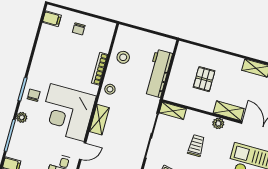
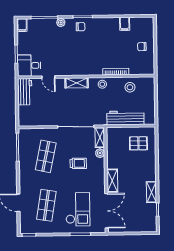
filing cabinet: (52, 19) -> (125, 24), moved
pallet: (204, 79) -> (138, 143), moved
corner desk: (67, 112) -> (75, 57), removed
plant: (218, 123) -> (100, 153), moved

